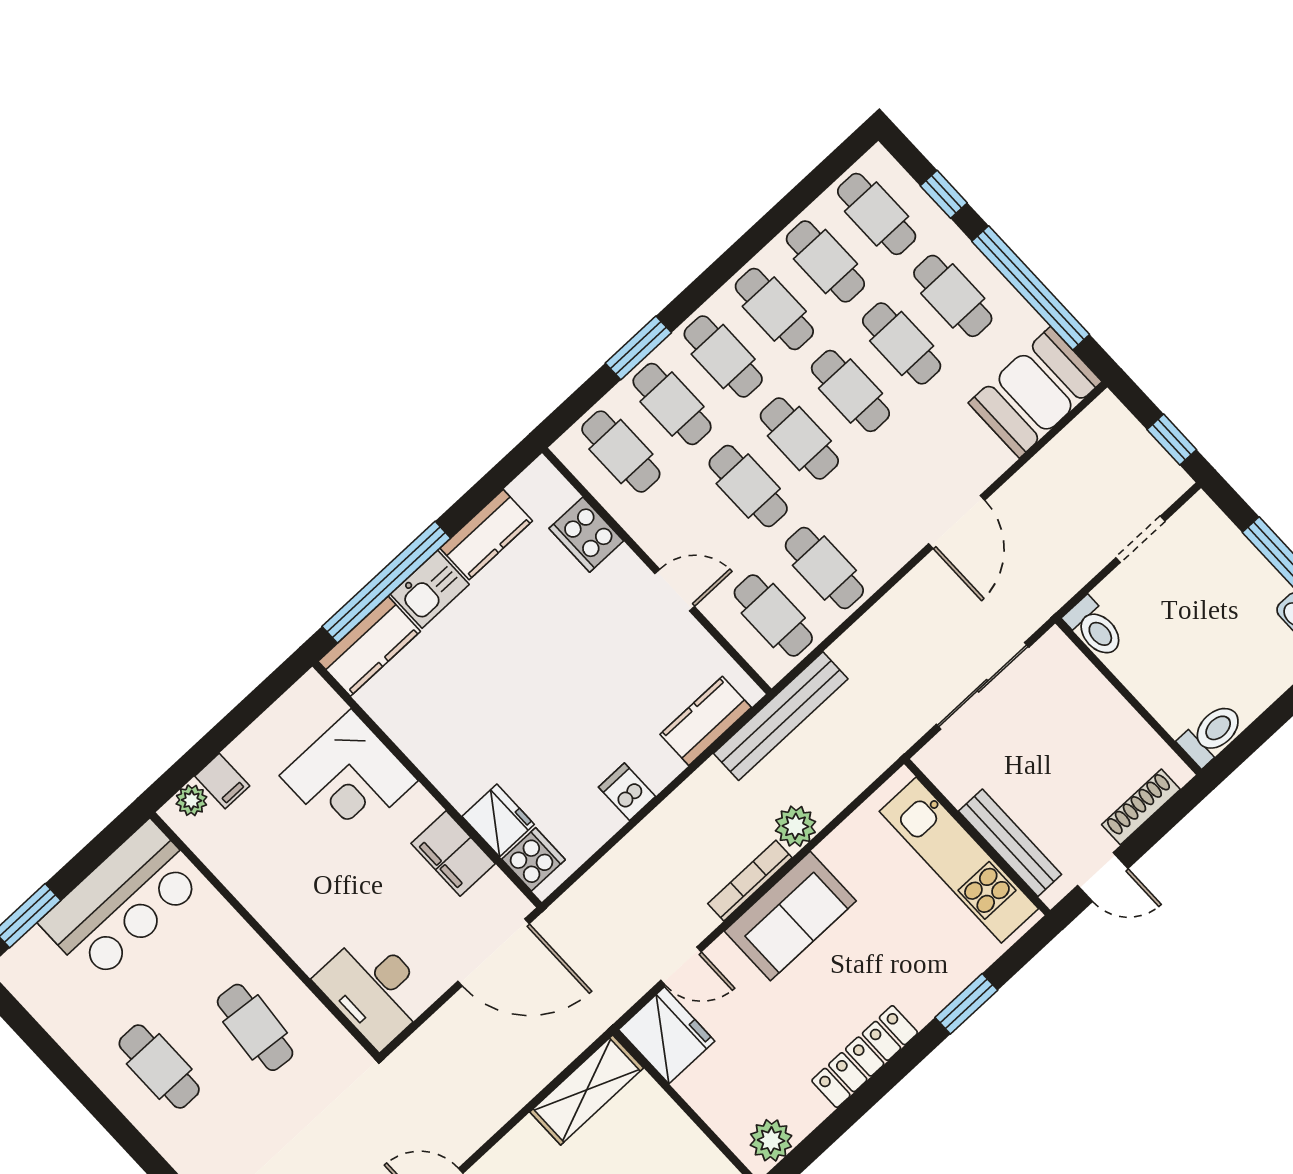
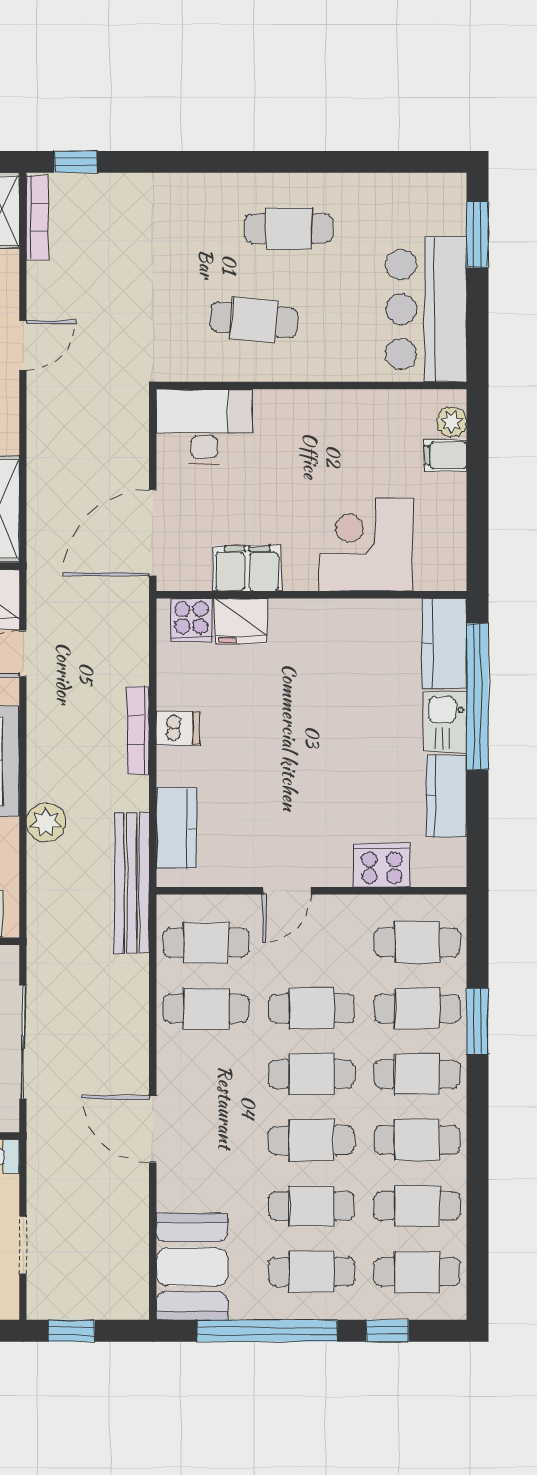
bookcase: (750, 881) -> (138, 730), moved, turned 180

